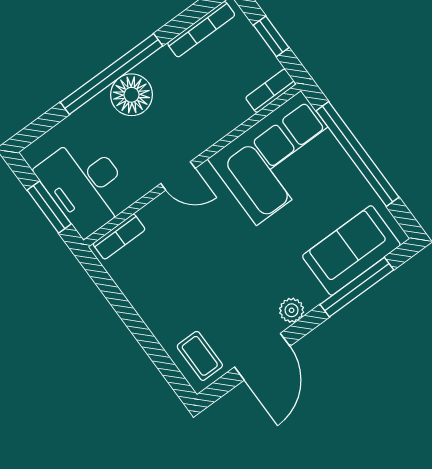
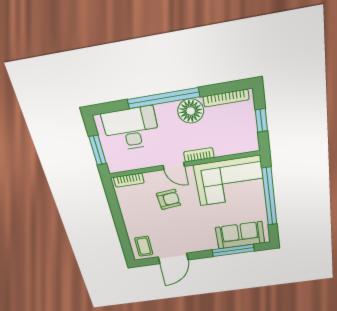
bookcase: (271, 91) -> (199, 155), moved
floor lamp: (132, 95) -> (191, 111), moved
desk: (85, 185) -> (131, 129), moved, turned 90
armchair: (198, 241) -> (169, 199), added
plant: (292, 310) -> (197, 247), removed

